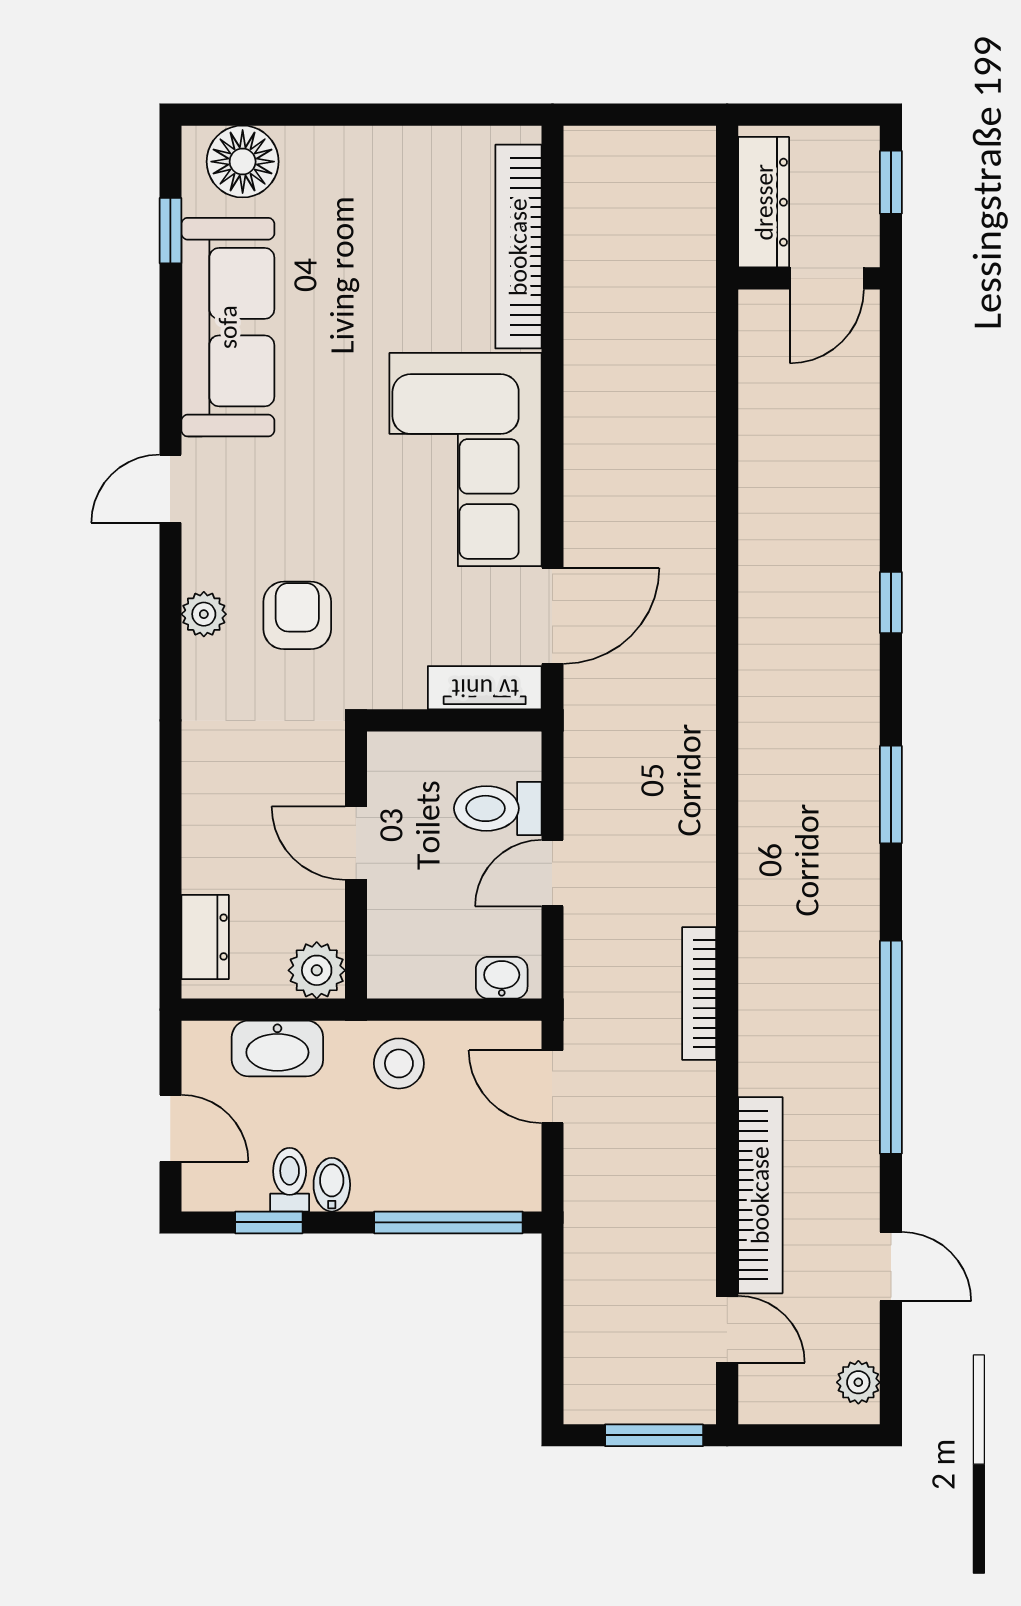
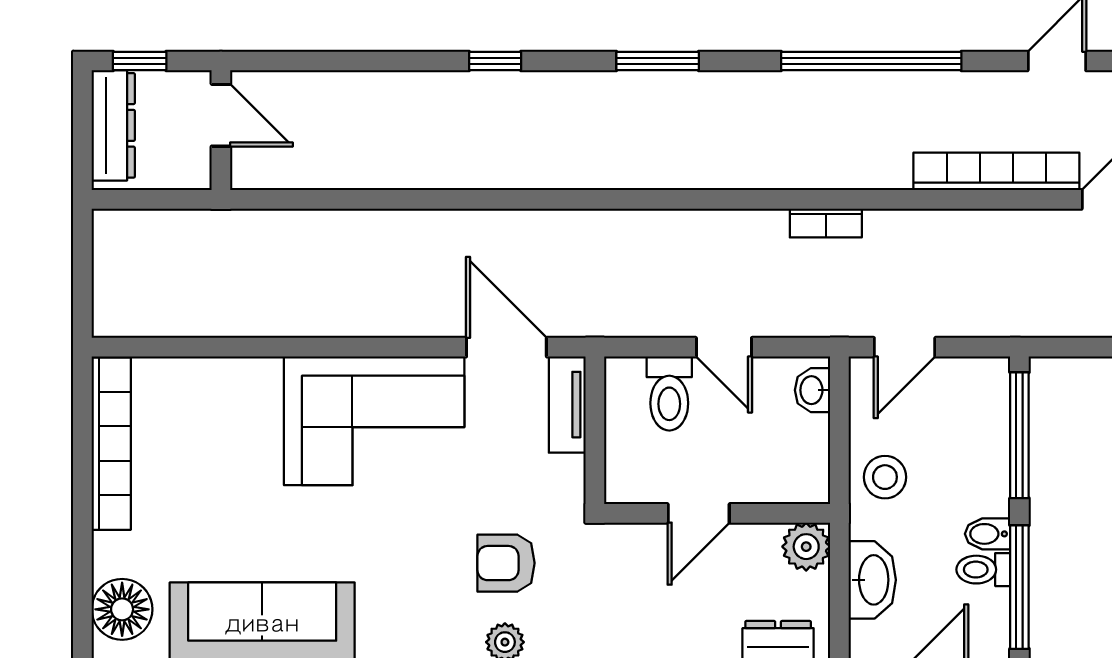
dresser: (764, 202) -> (113, 125), moved, turned 90
bookcase: (518, 247) -> (111, 444), moved, turned -90
bookcase: (699, 993) -> (826, 223), width x0.64
window: (269, 1222) -> (1019, 587), width x2.17

